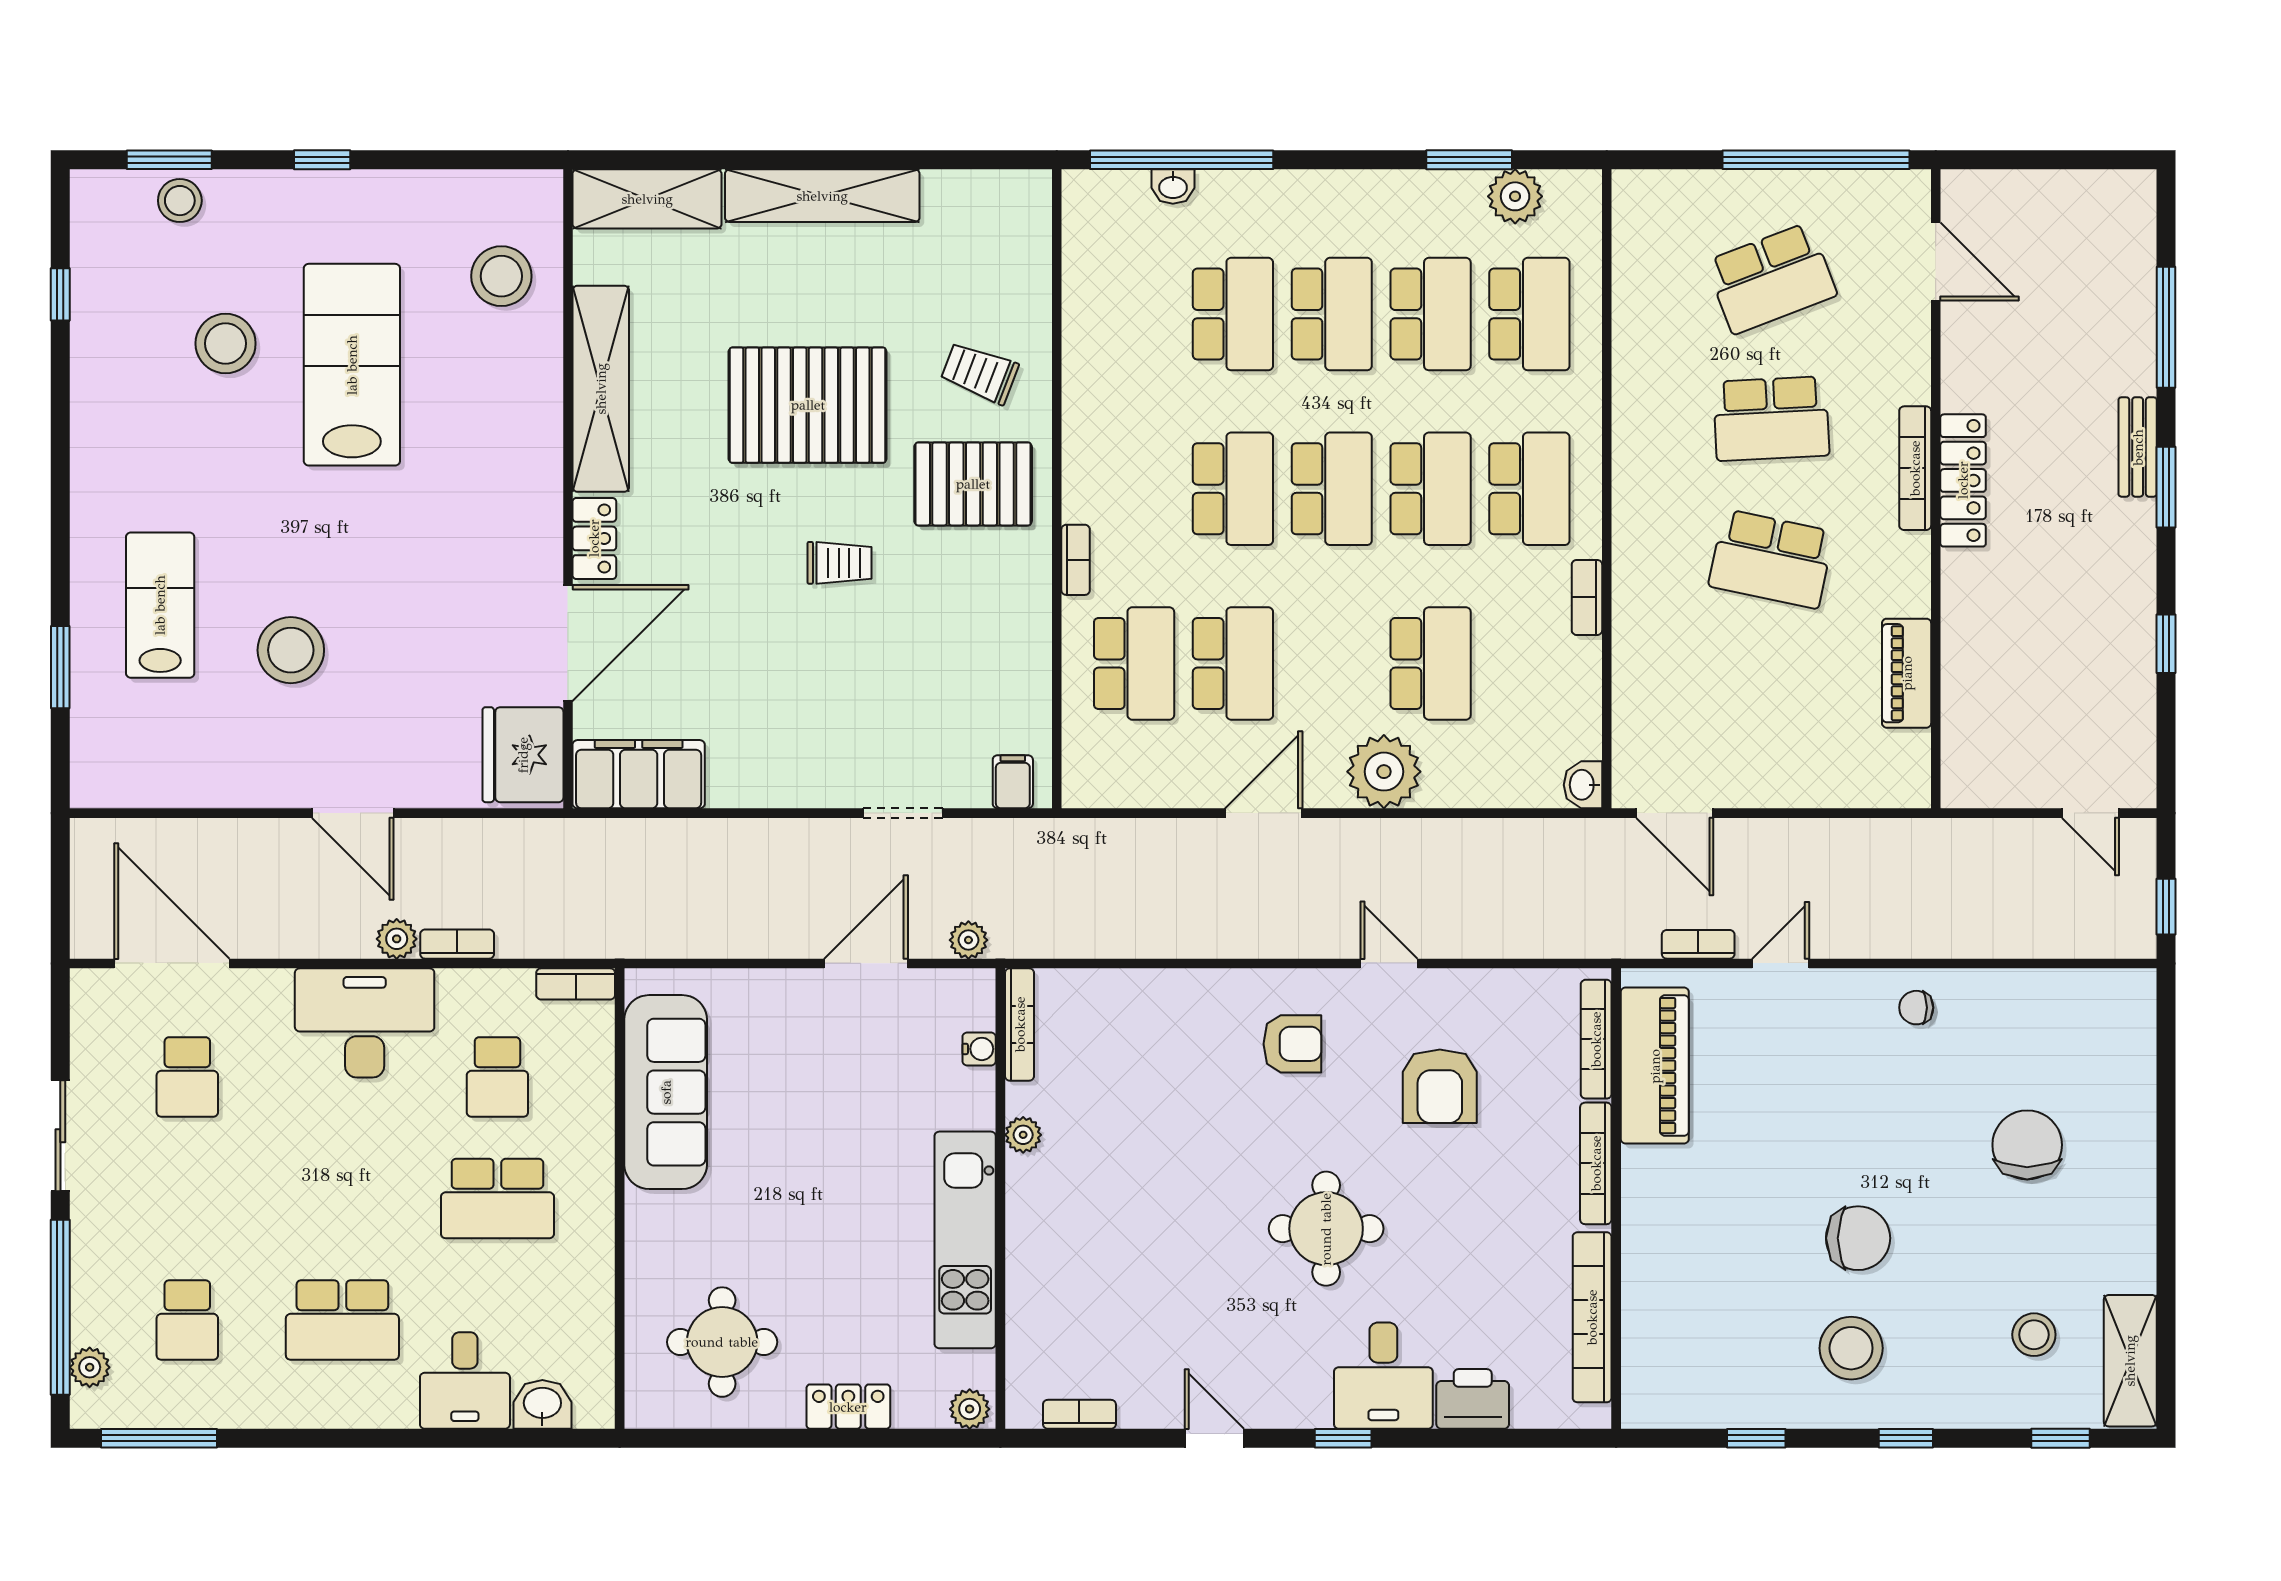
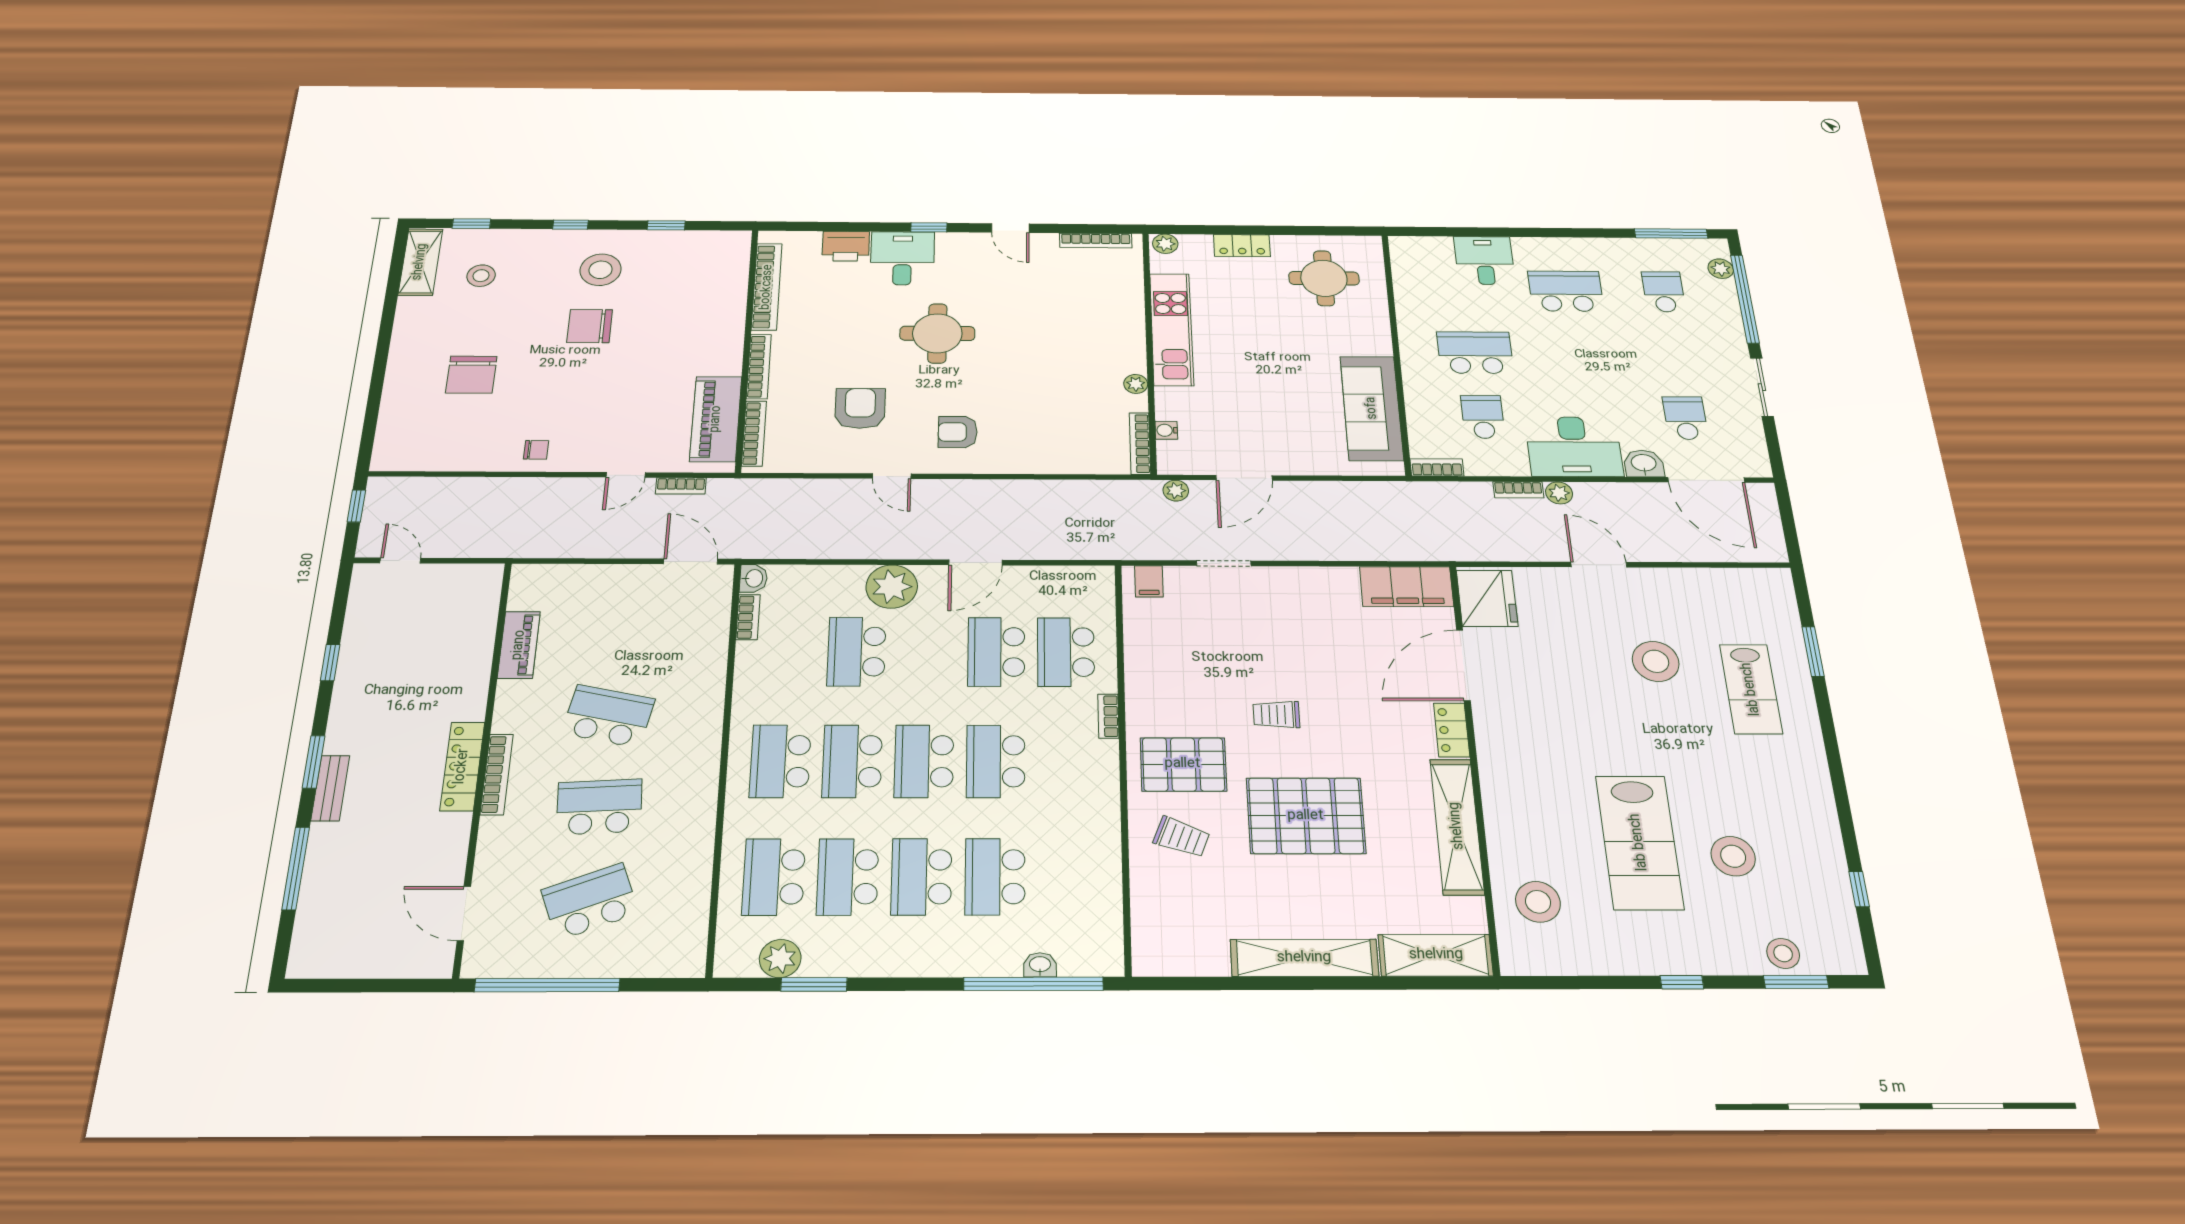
bookcase: (1587, 597) -> (748, 617), moved
washbasin: (542, 1404) -> (1644, 464), moved, turned 180
bookcase: (1079, 1414) -> (1096, 241), width x1.56

